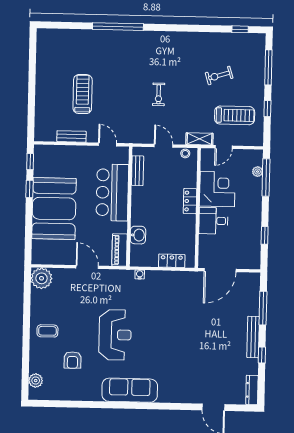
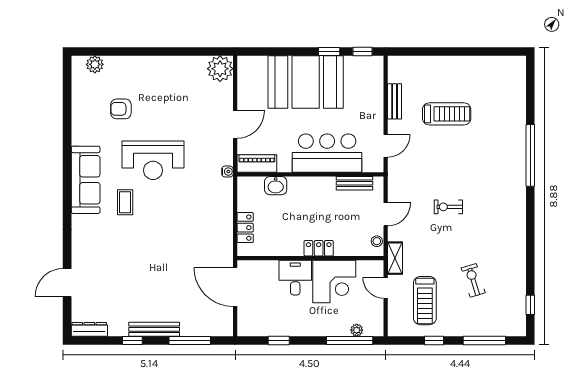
water cooler: (140, 275) -> (227, 172), moved
coffee table: (47, 331) -> (125, 202), moved

